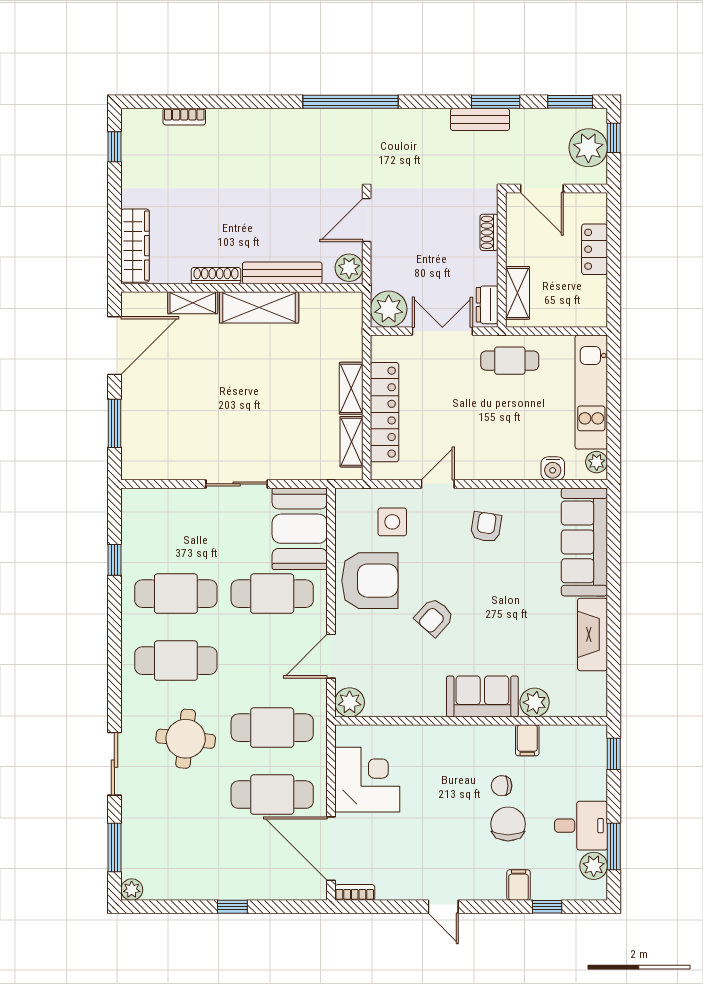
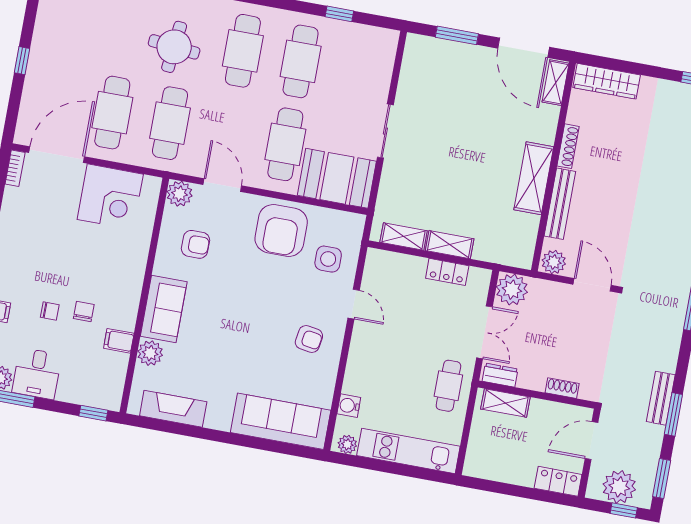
locker: (595, 249) -> (558, 481), moved
shelving: (193, 303) -> (556, 83), moved
locker: (385, 412) -> (447, 272), width x0.46, depth x0.83
armchair: (434, 617) -> (196, 244), moved, turned 138
fireplace: (592, 634) -> (173, 409), moved
chair: (508, 824) -> (50, 311), width x0.54, depth x0.54

